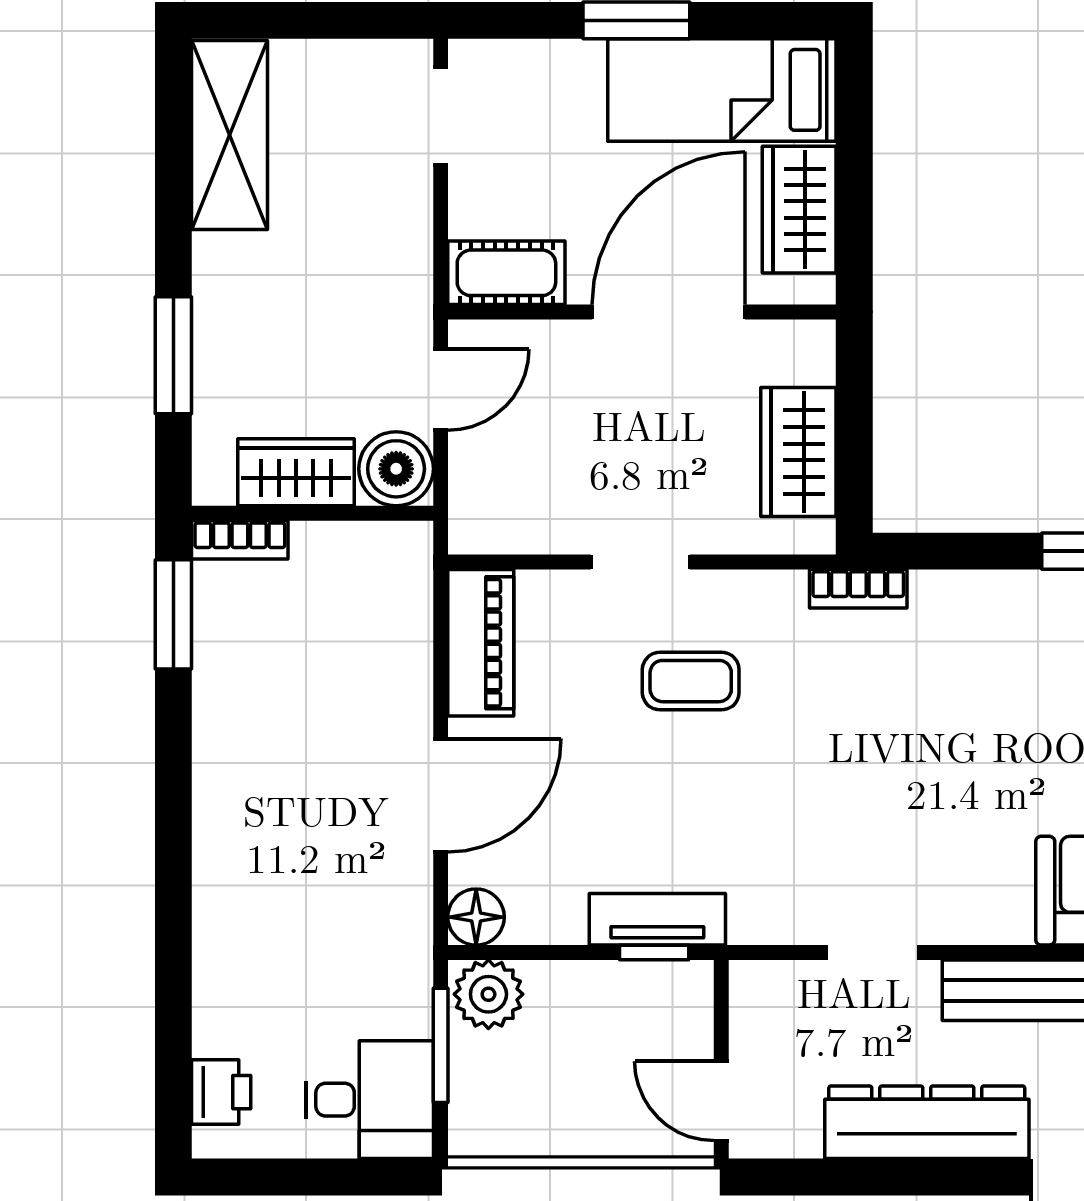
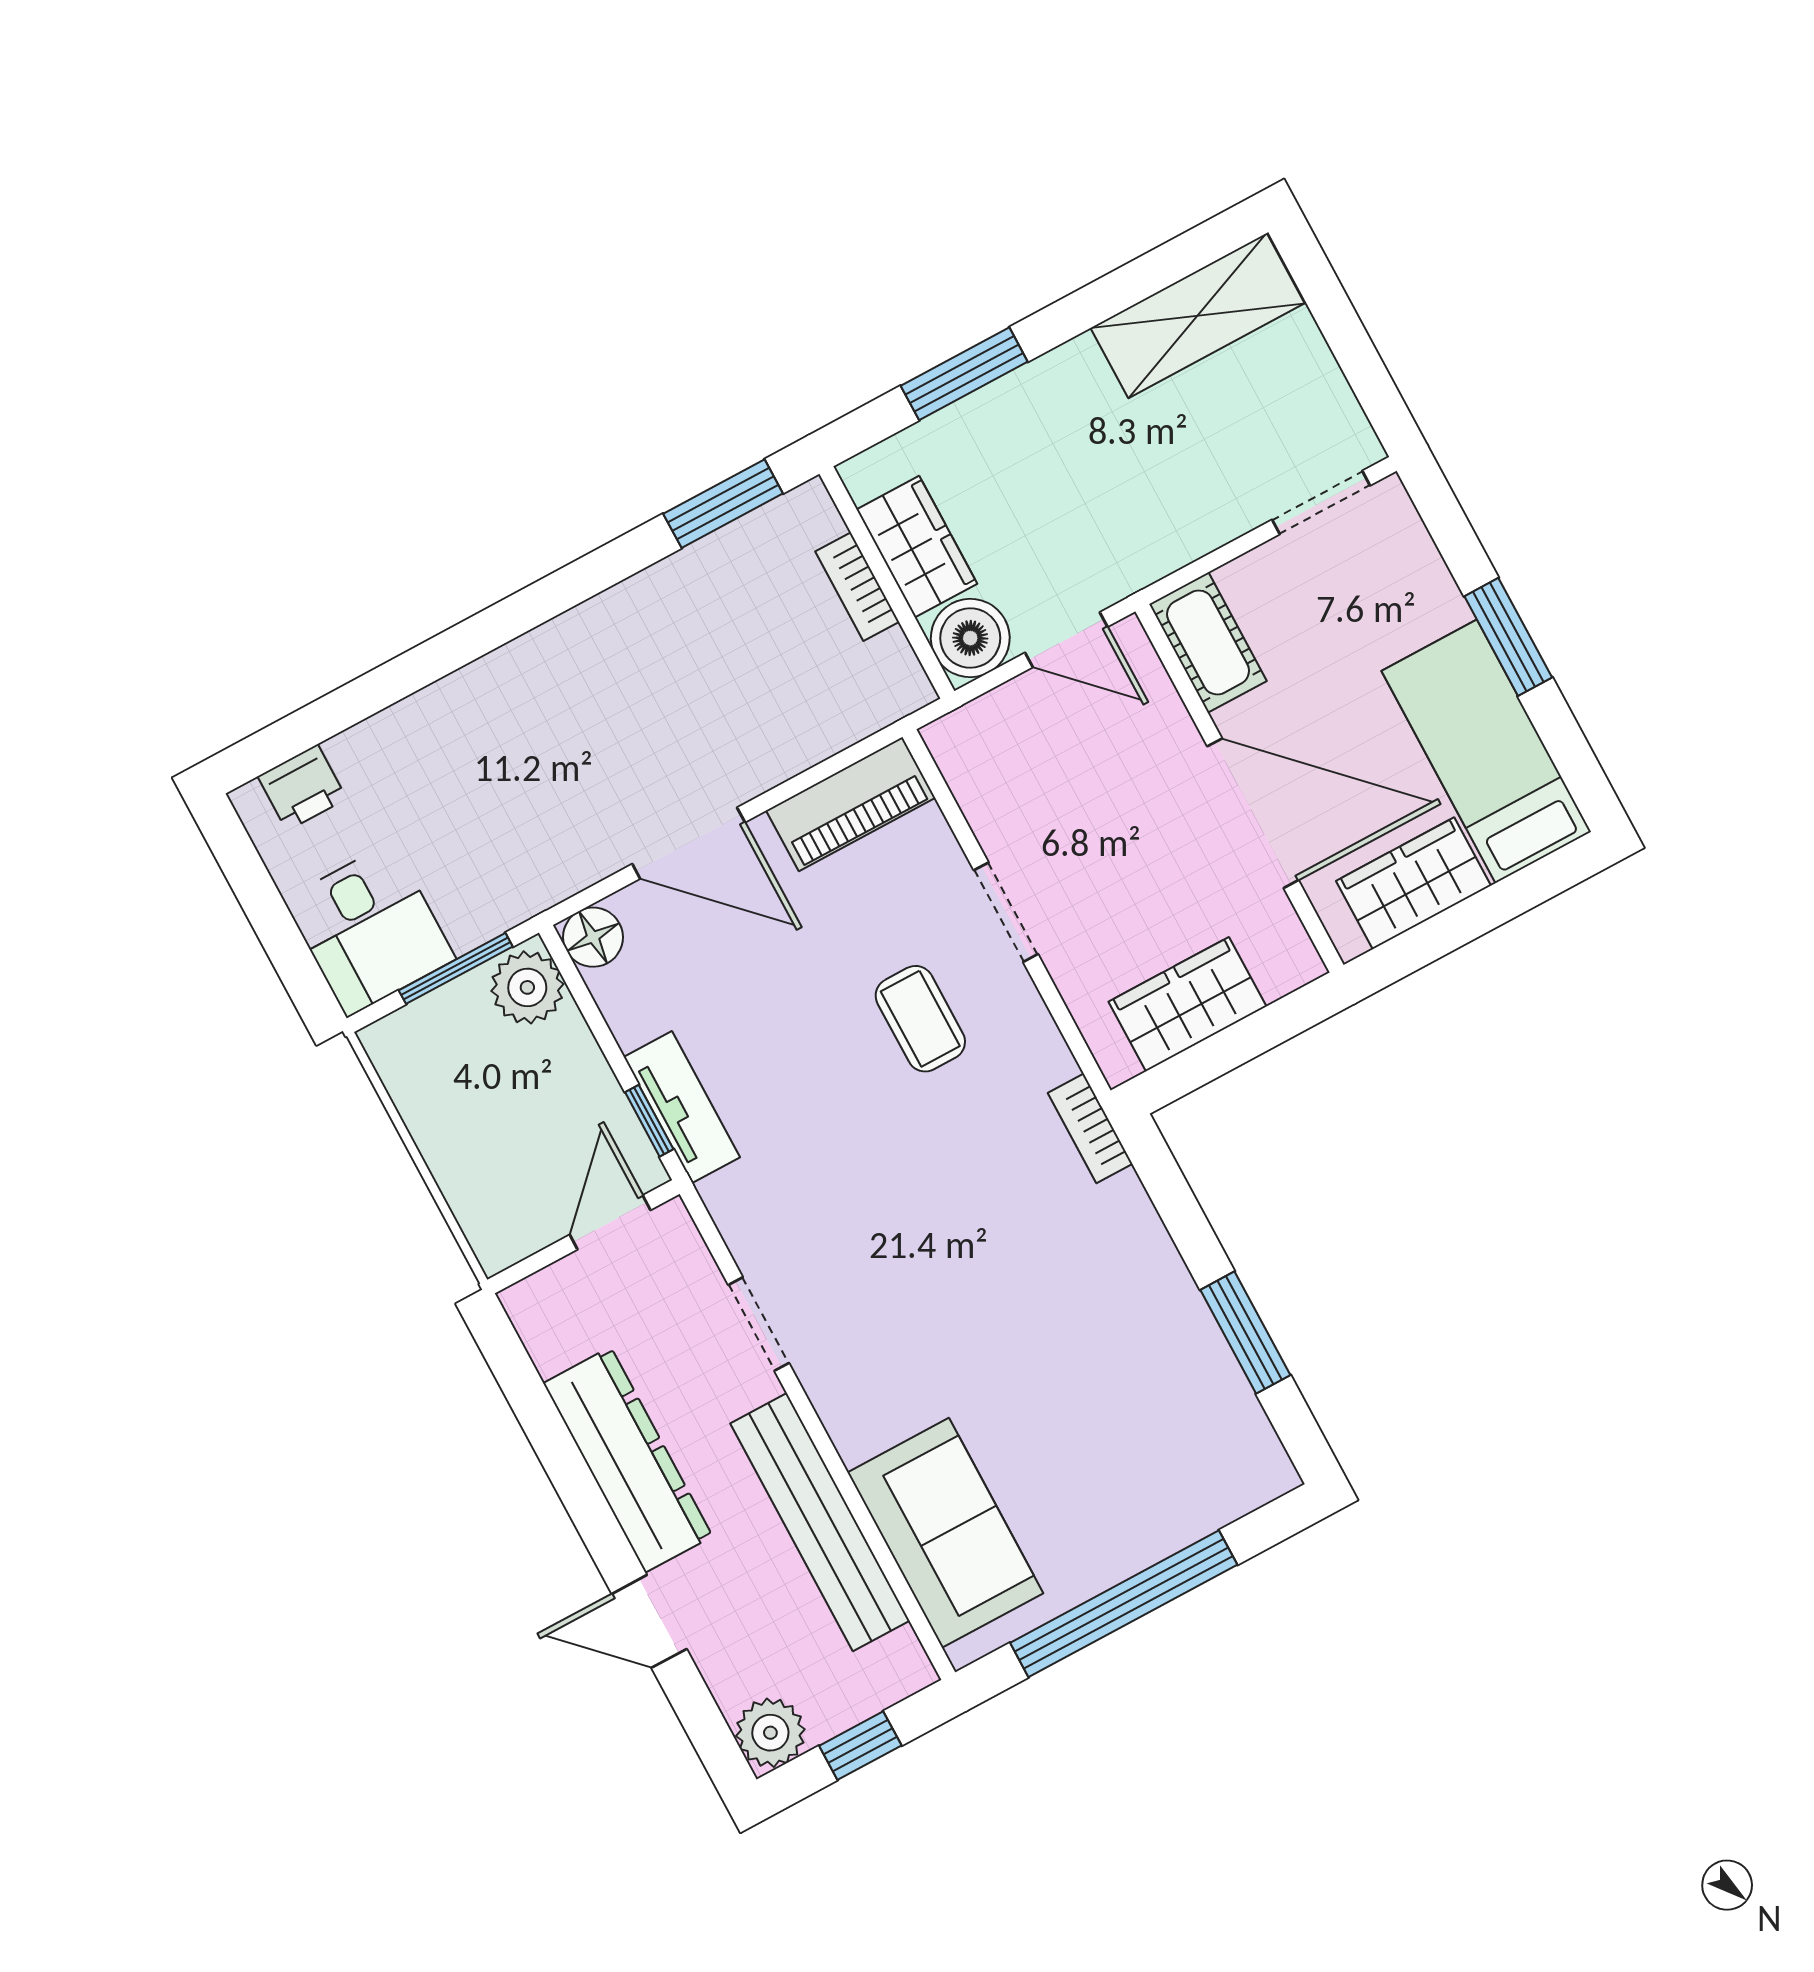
bookcase: (240, 540) -> (857, 587), moved
door: (721, 1101) -> (610, 1222), moved

